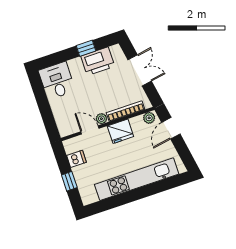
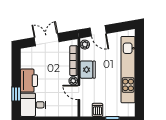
window: (86, 48) -> (16, 94), moved
printer: (98, 61) -> (29, 81), moved
door: (90, 130) -> (79, 92), hinge flipped

